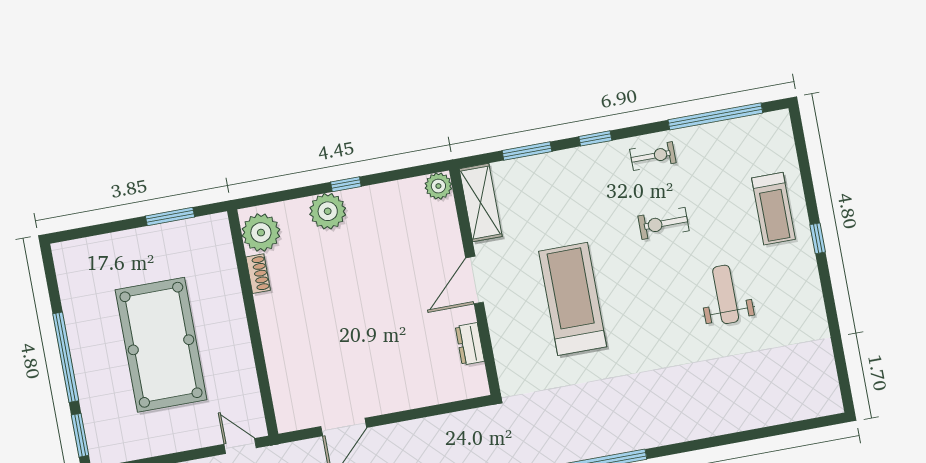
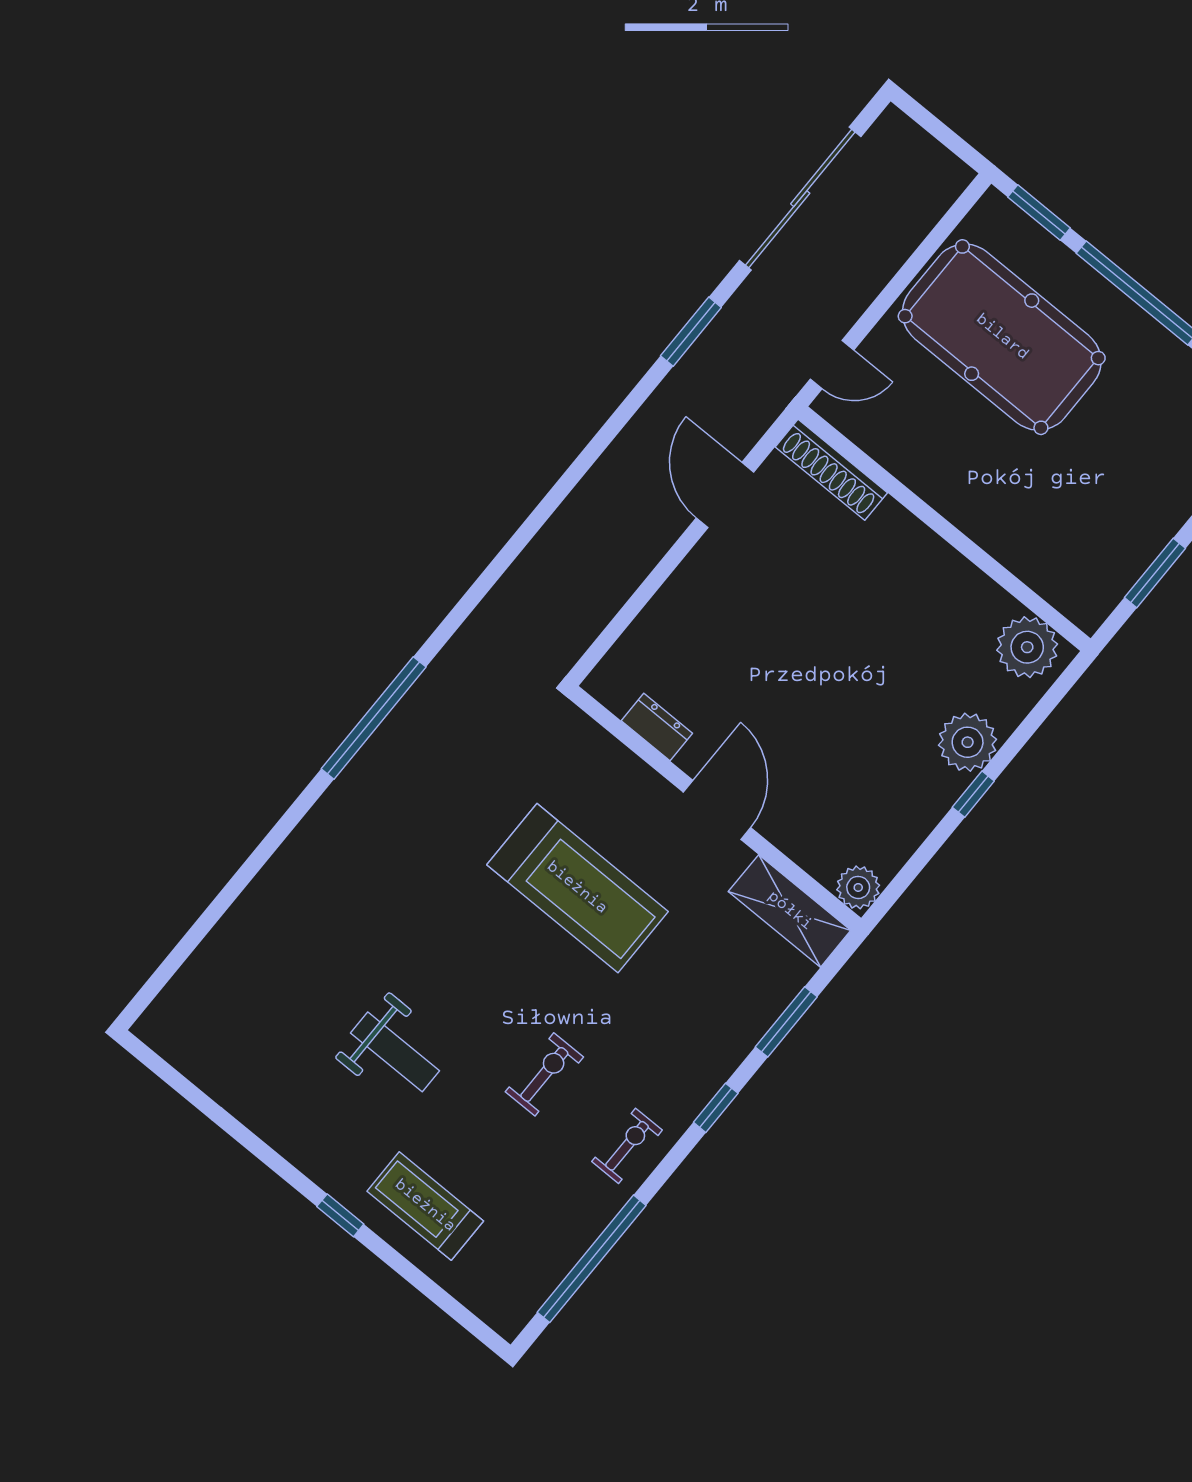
exercise bike: (653, 156) -> (627, 1146), turned 180
shoe rack: (258, 274) -> (831, 470), moved, width x1.94, depth x1.24
pool table: (161, 345) -> (1002, 337), moved

